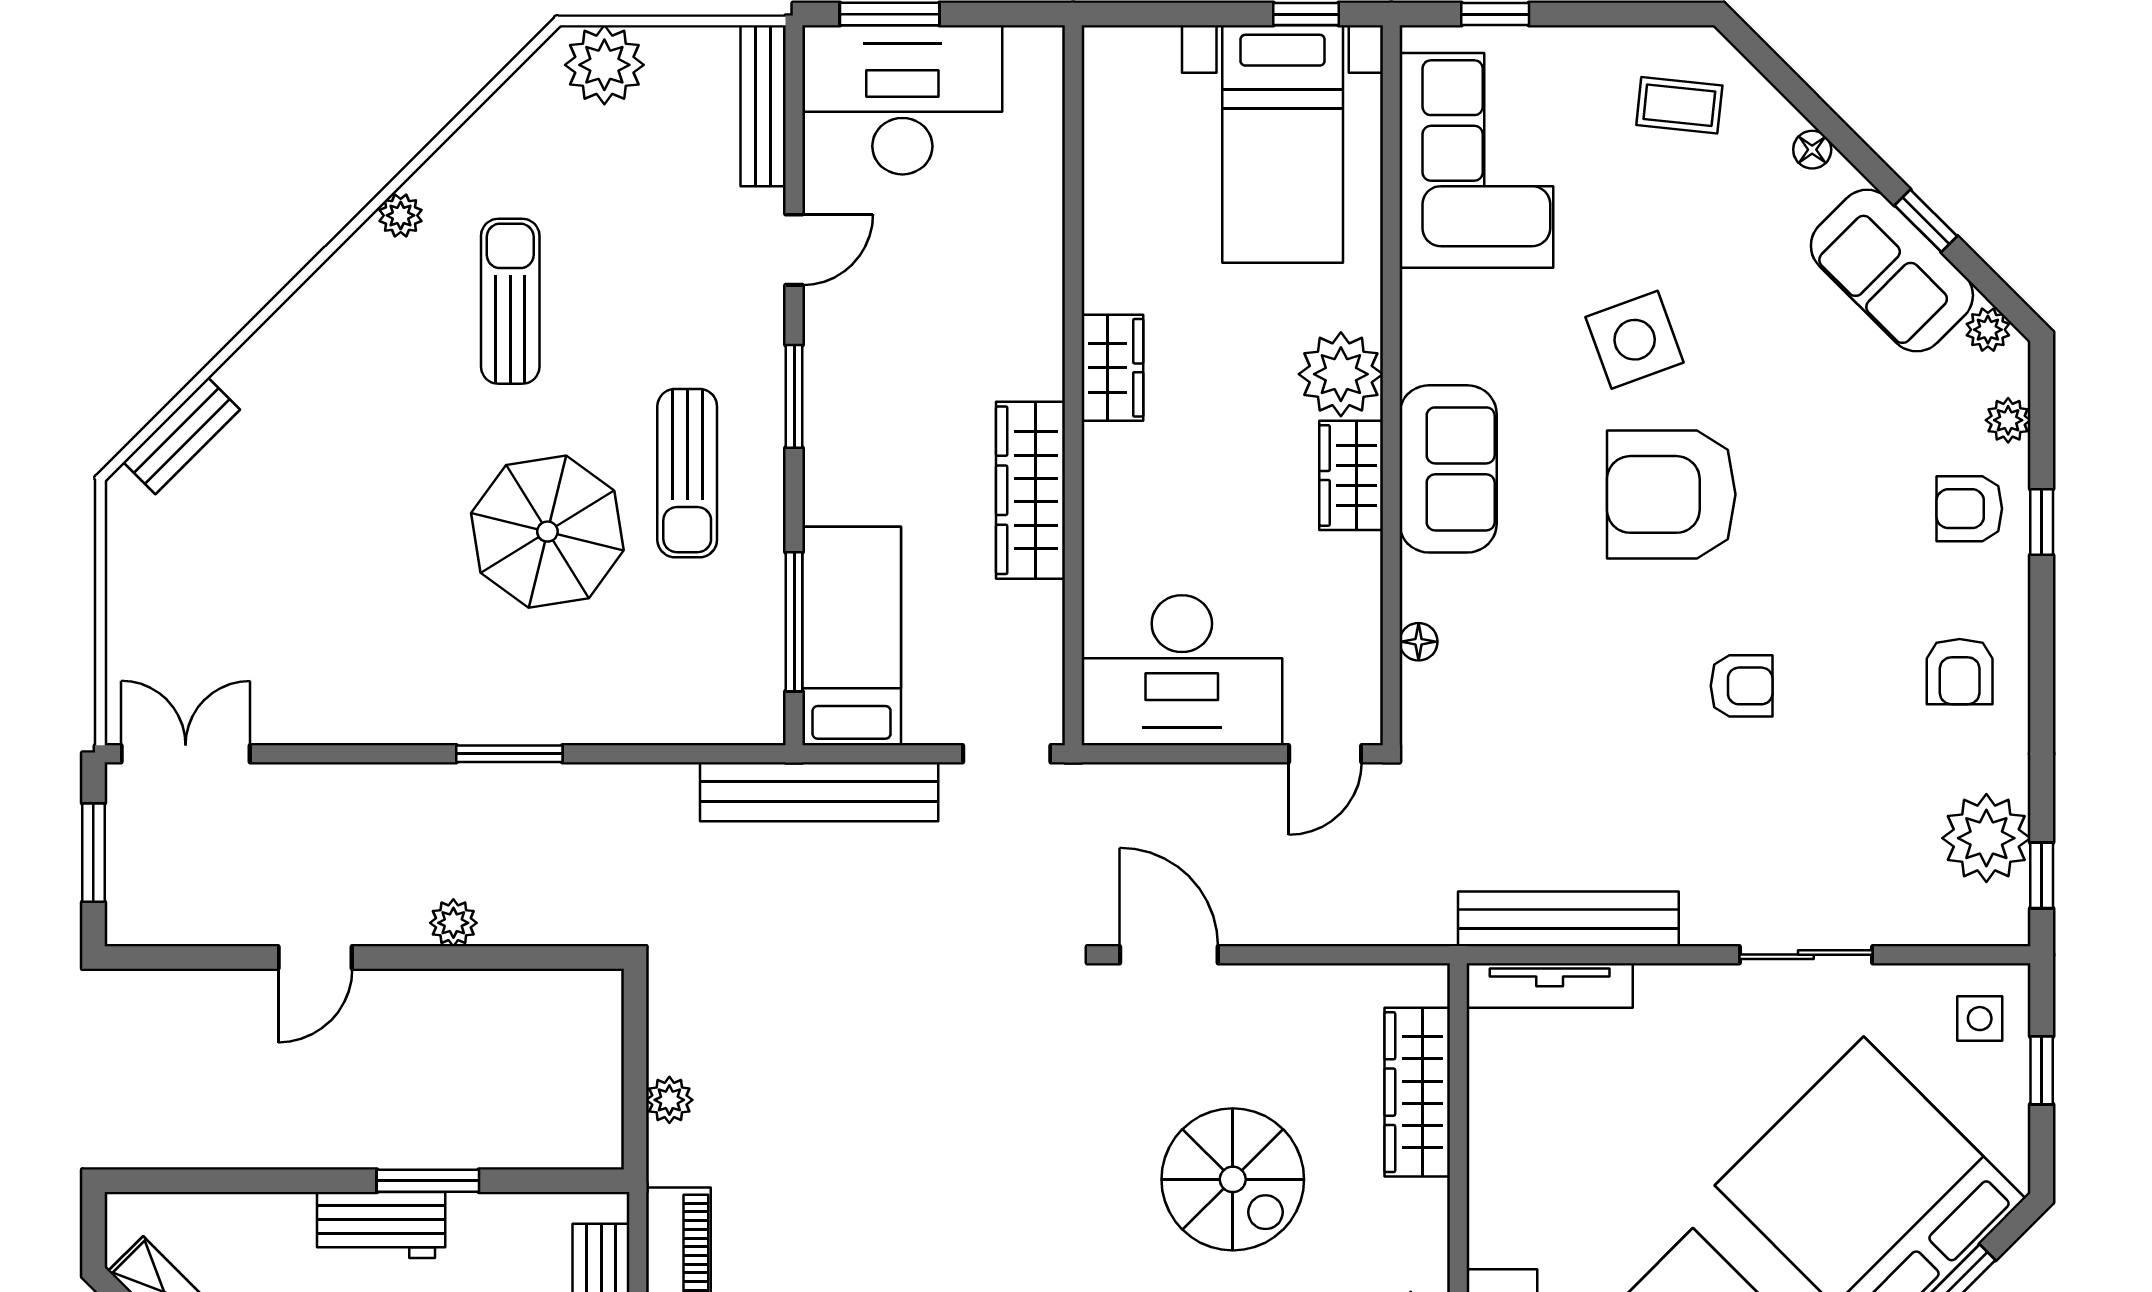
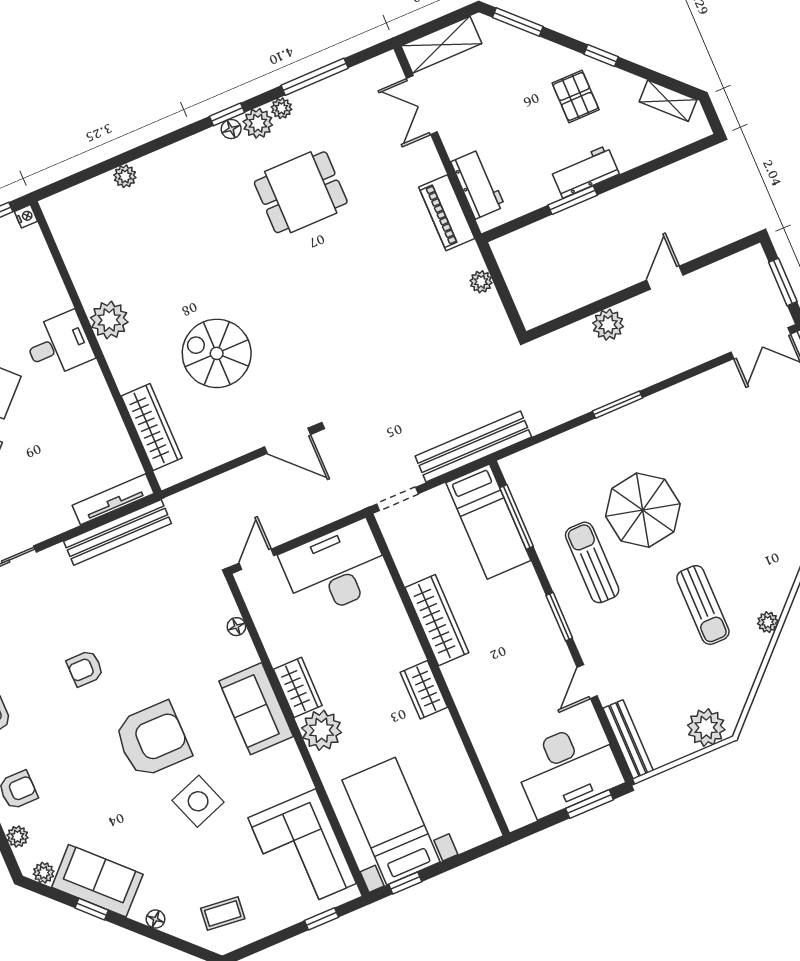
plant: (453, 923) -> (608, 325), width x1.38, depth x1.38

